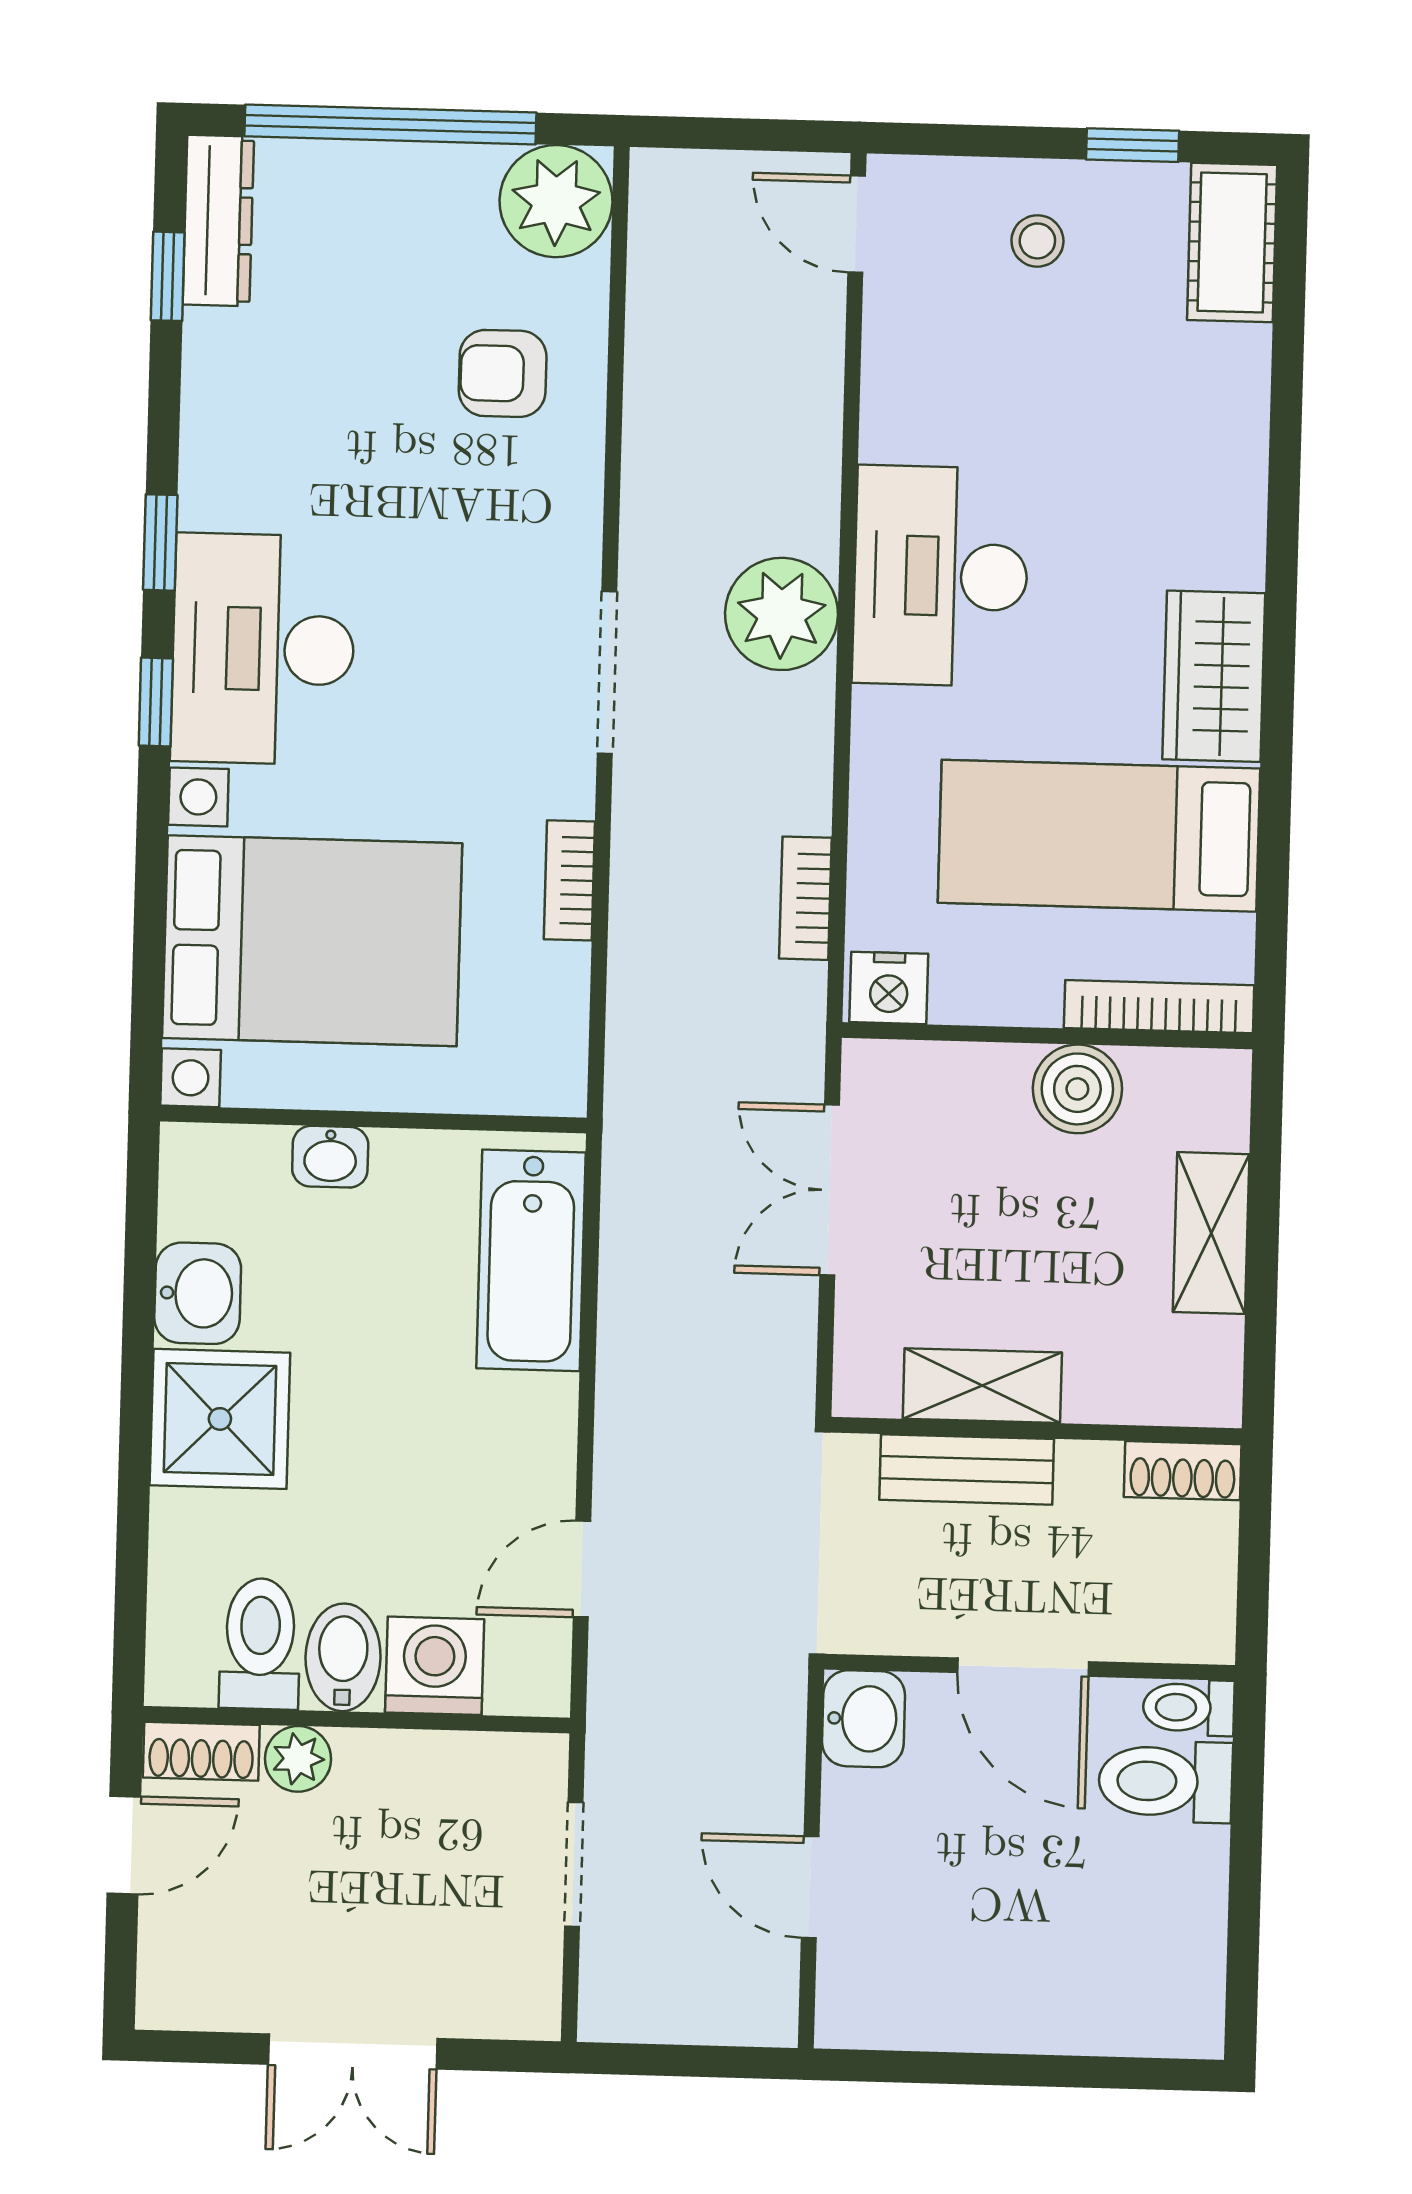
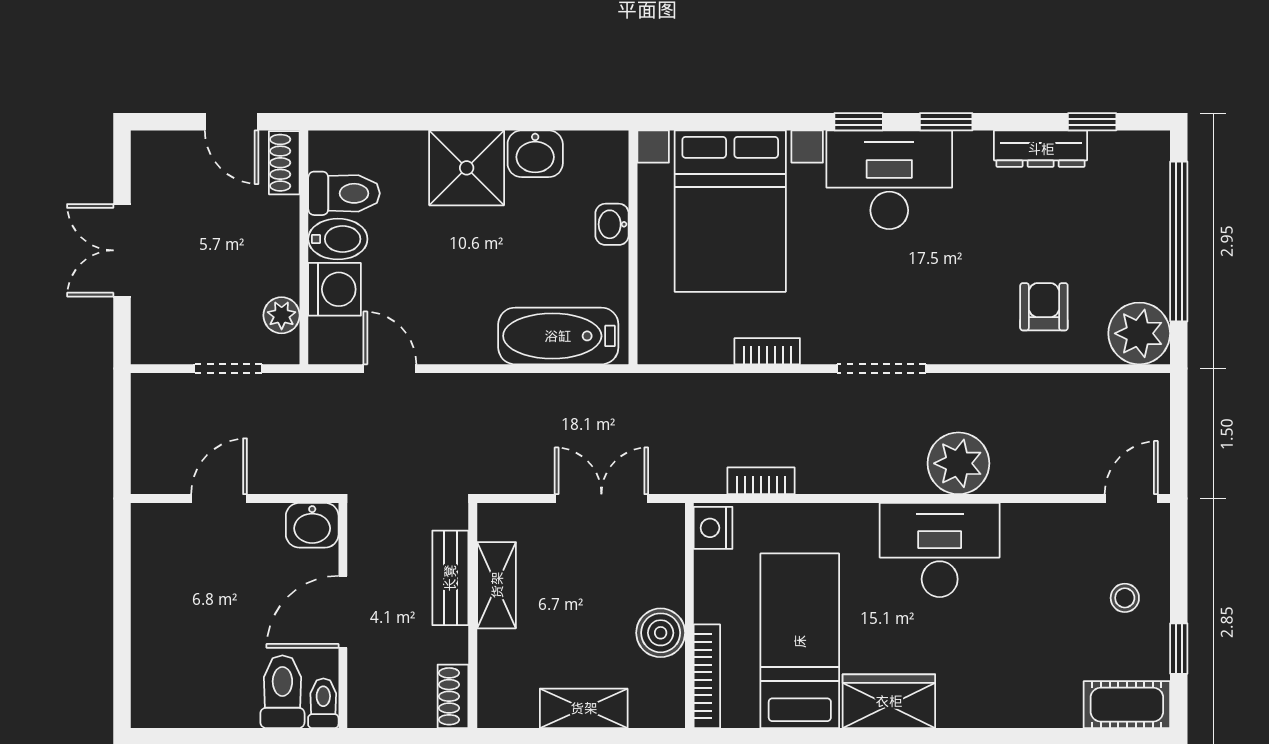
dresser: (218, 220) -> (1041, 149), moved
plant: (782, 614) -> (958, 463), moved
plant: (298, 1759) -> (282, 315), moved

